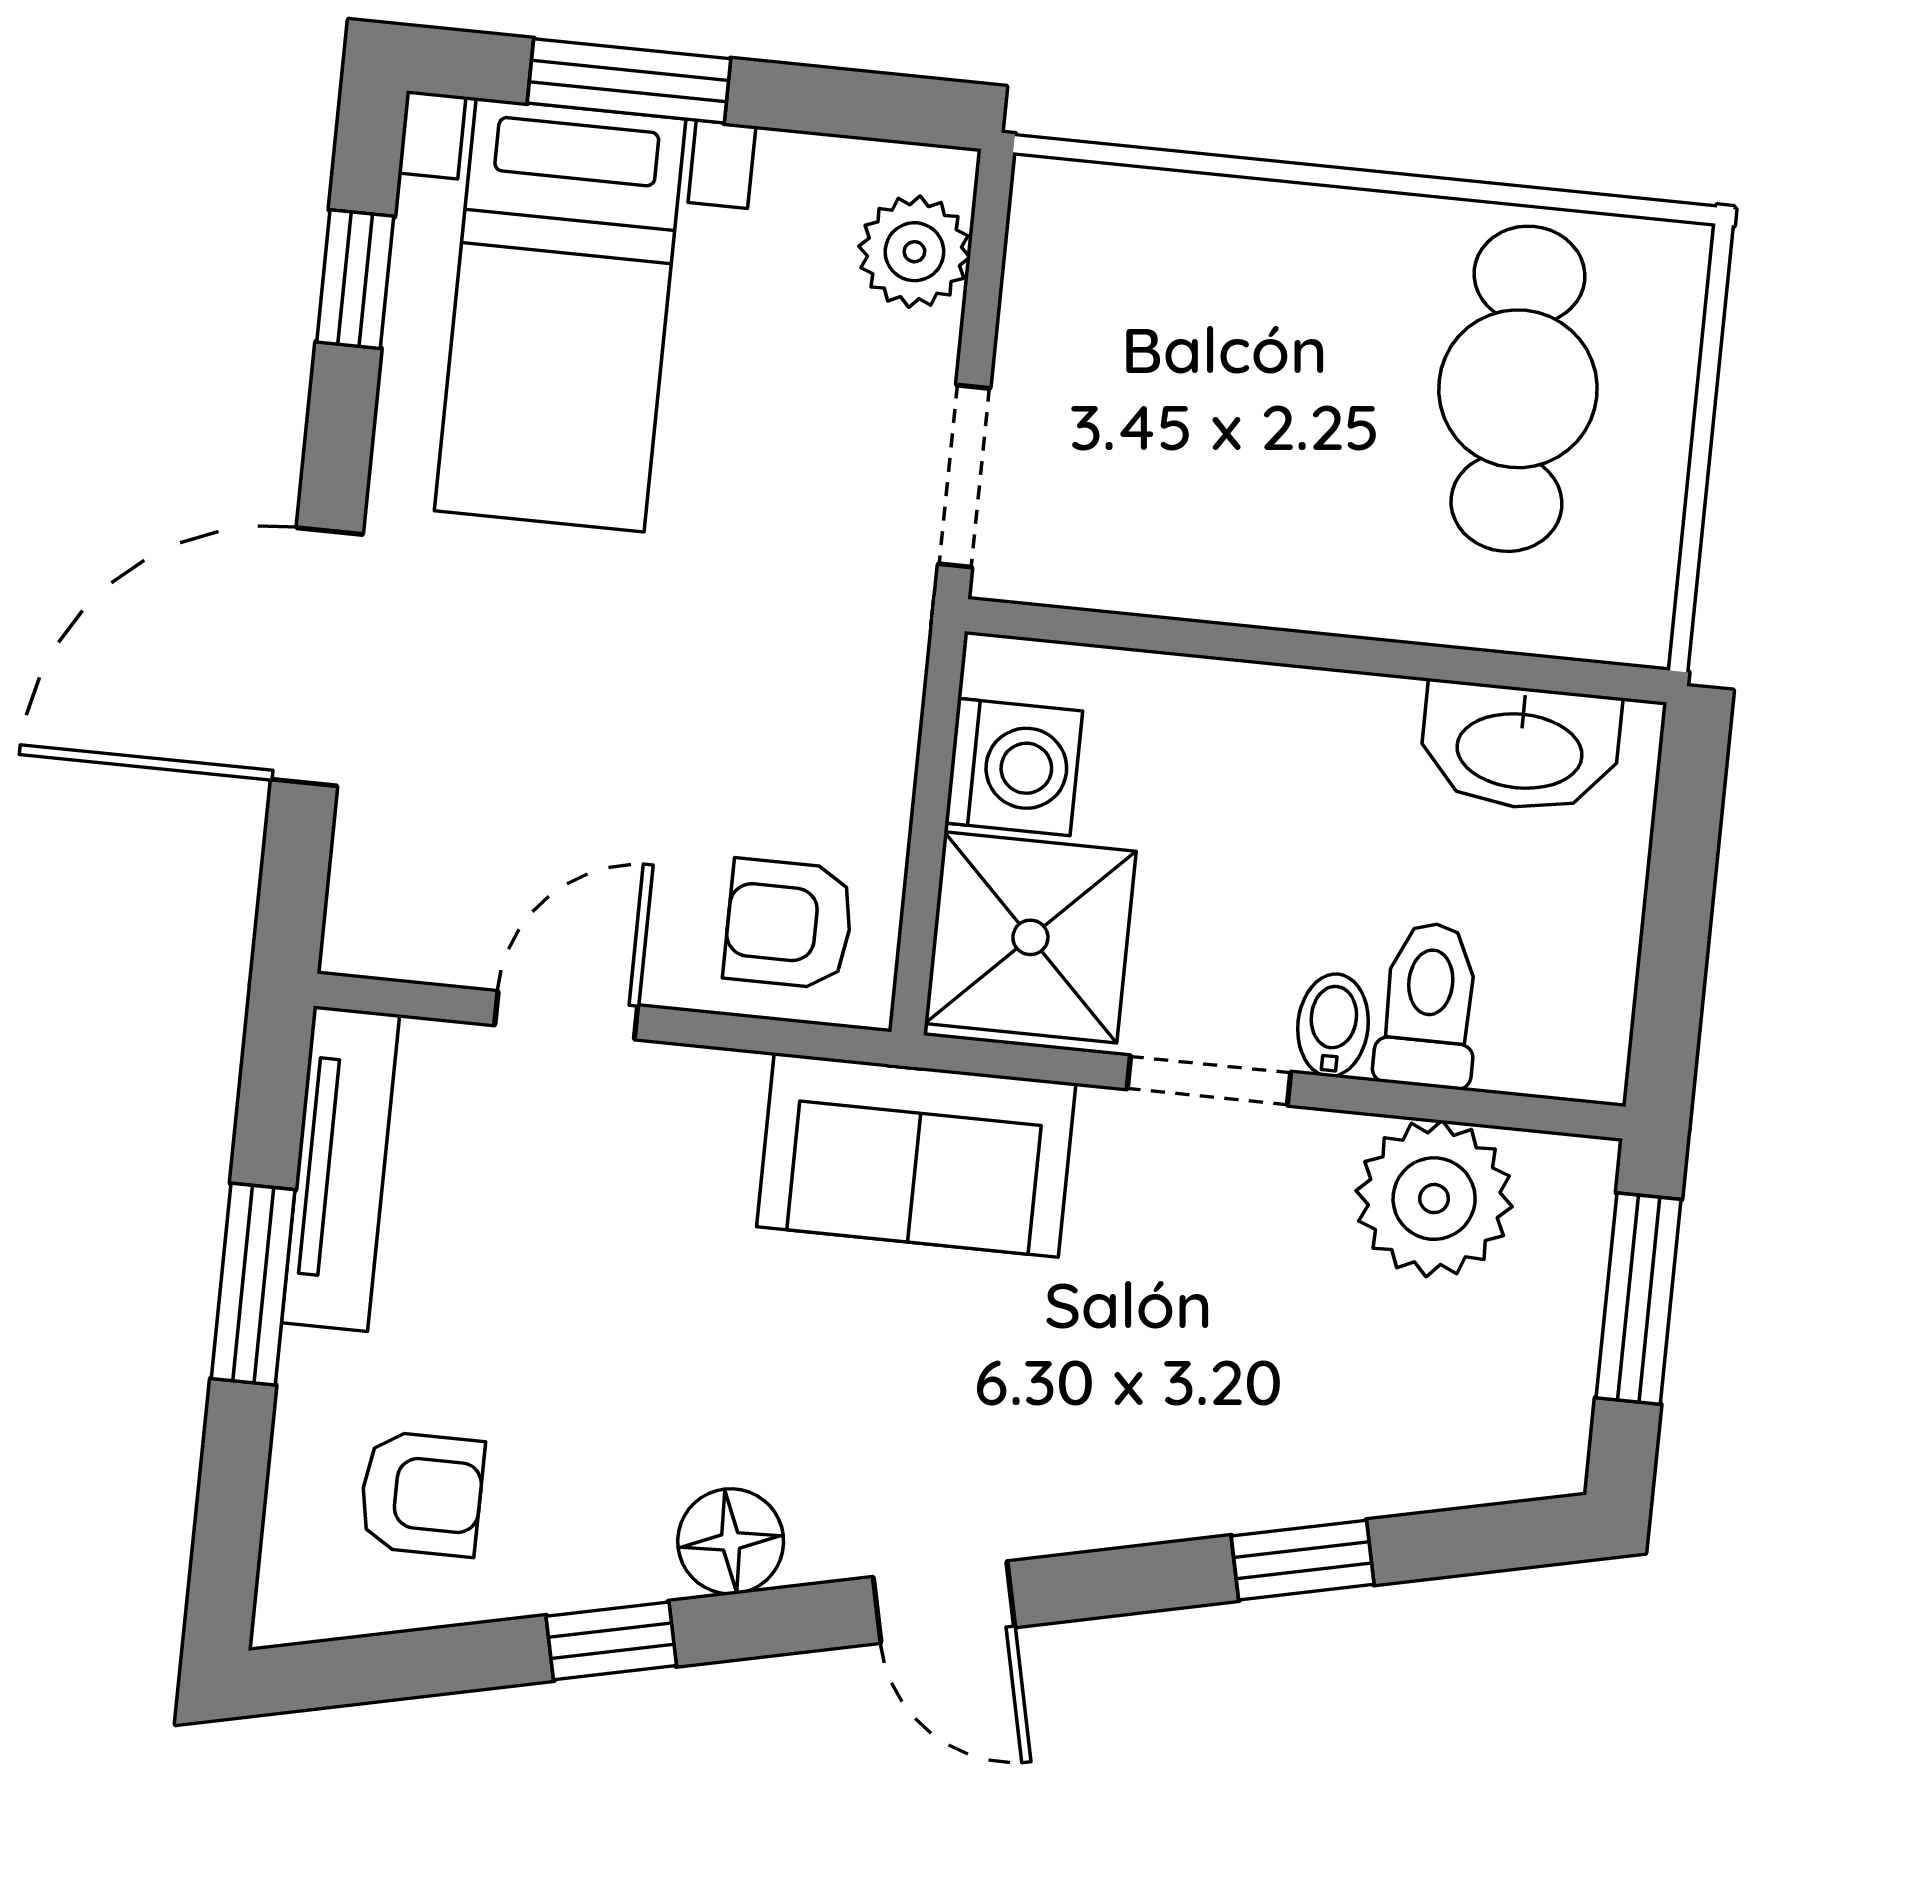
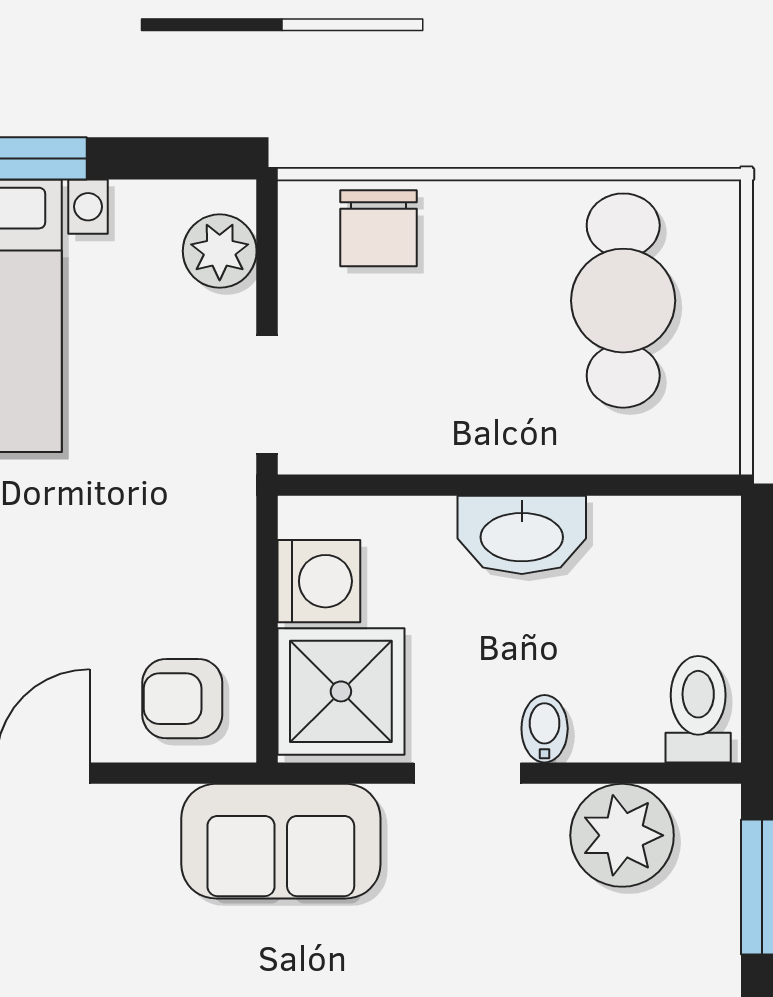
chair: (1159, 242) -> (379, 228), added
washbasin: (1520, 747) -> (522, 535), moved
toilet: (1428, 1005) -> (698, 709), moved

